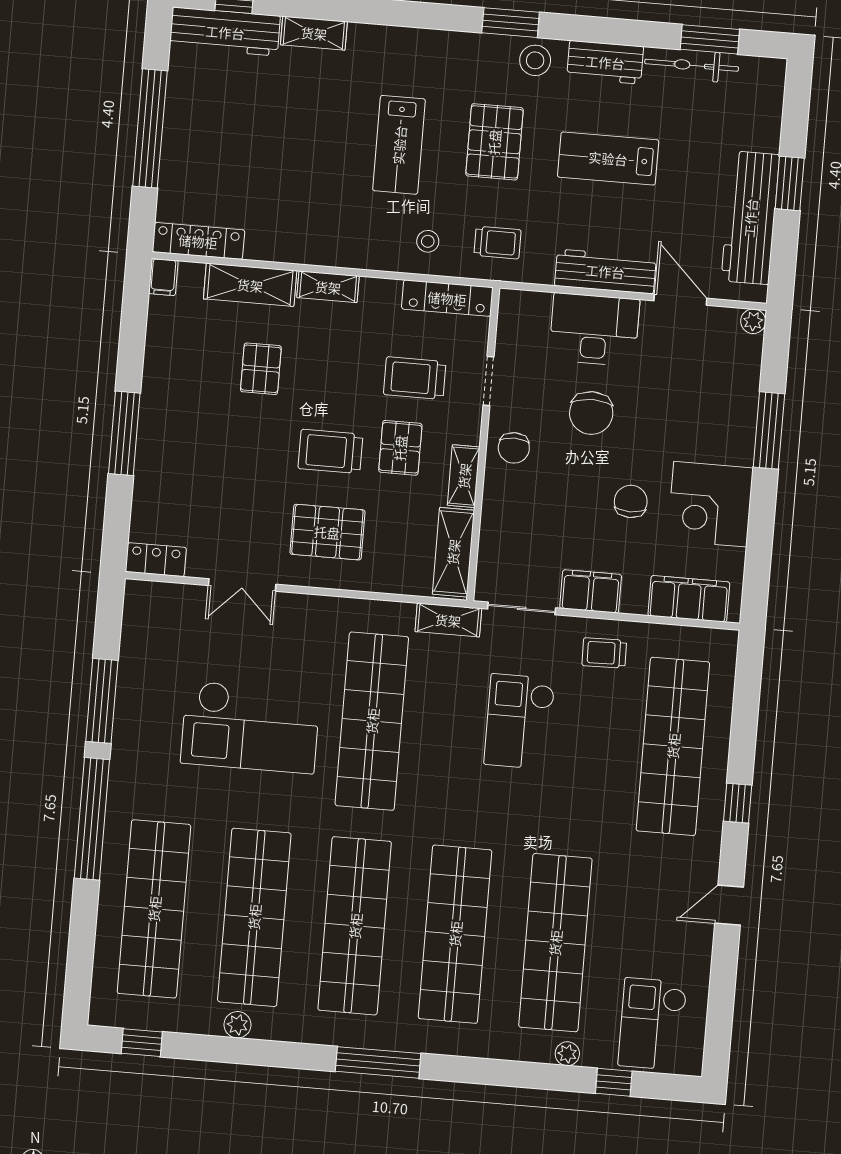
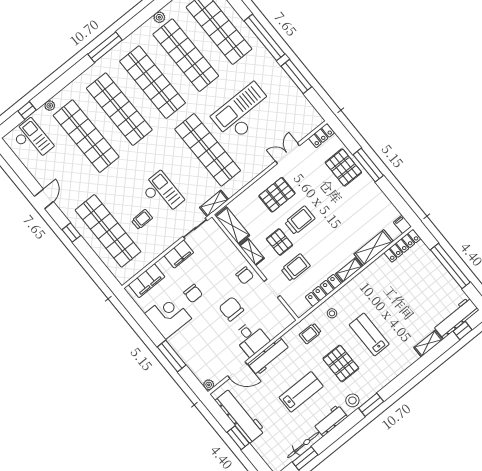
locker: (447, 298) -> (323, 290), moved
desk: (594, 329) -> (251, 339), width x0.73
pallet: (261, 369) -> (343, 167), moved, width x1.50, depth x1.42
chair: (514, 448) -> (245, 275), turned 180
trolley: (604, 653) -> (142, 219), moved

